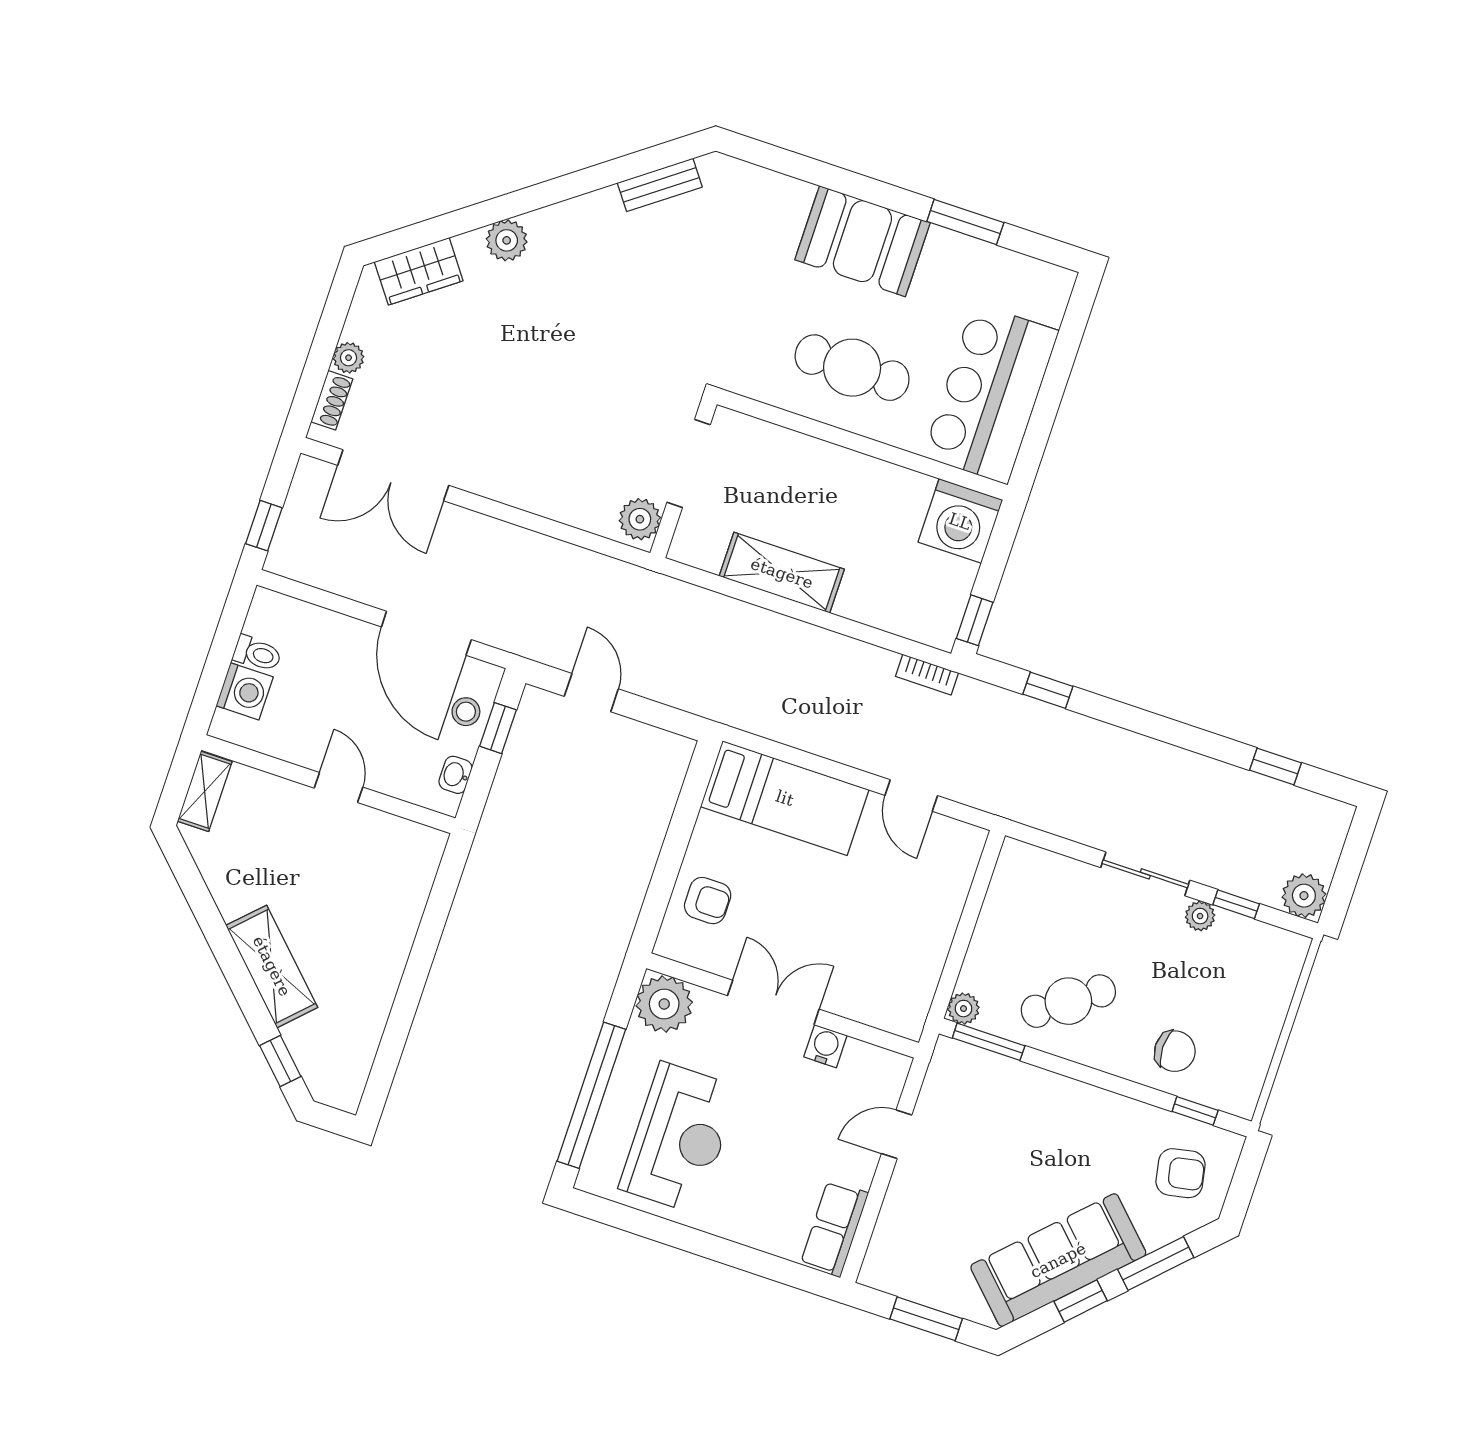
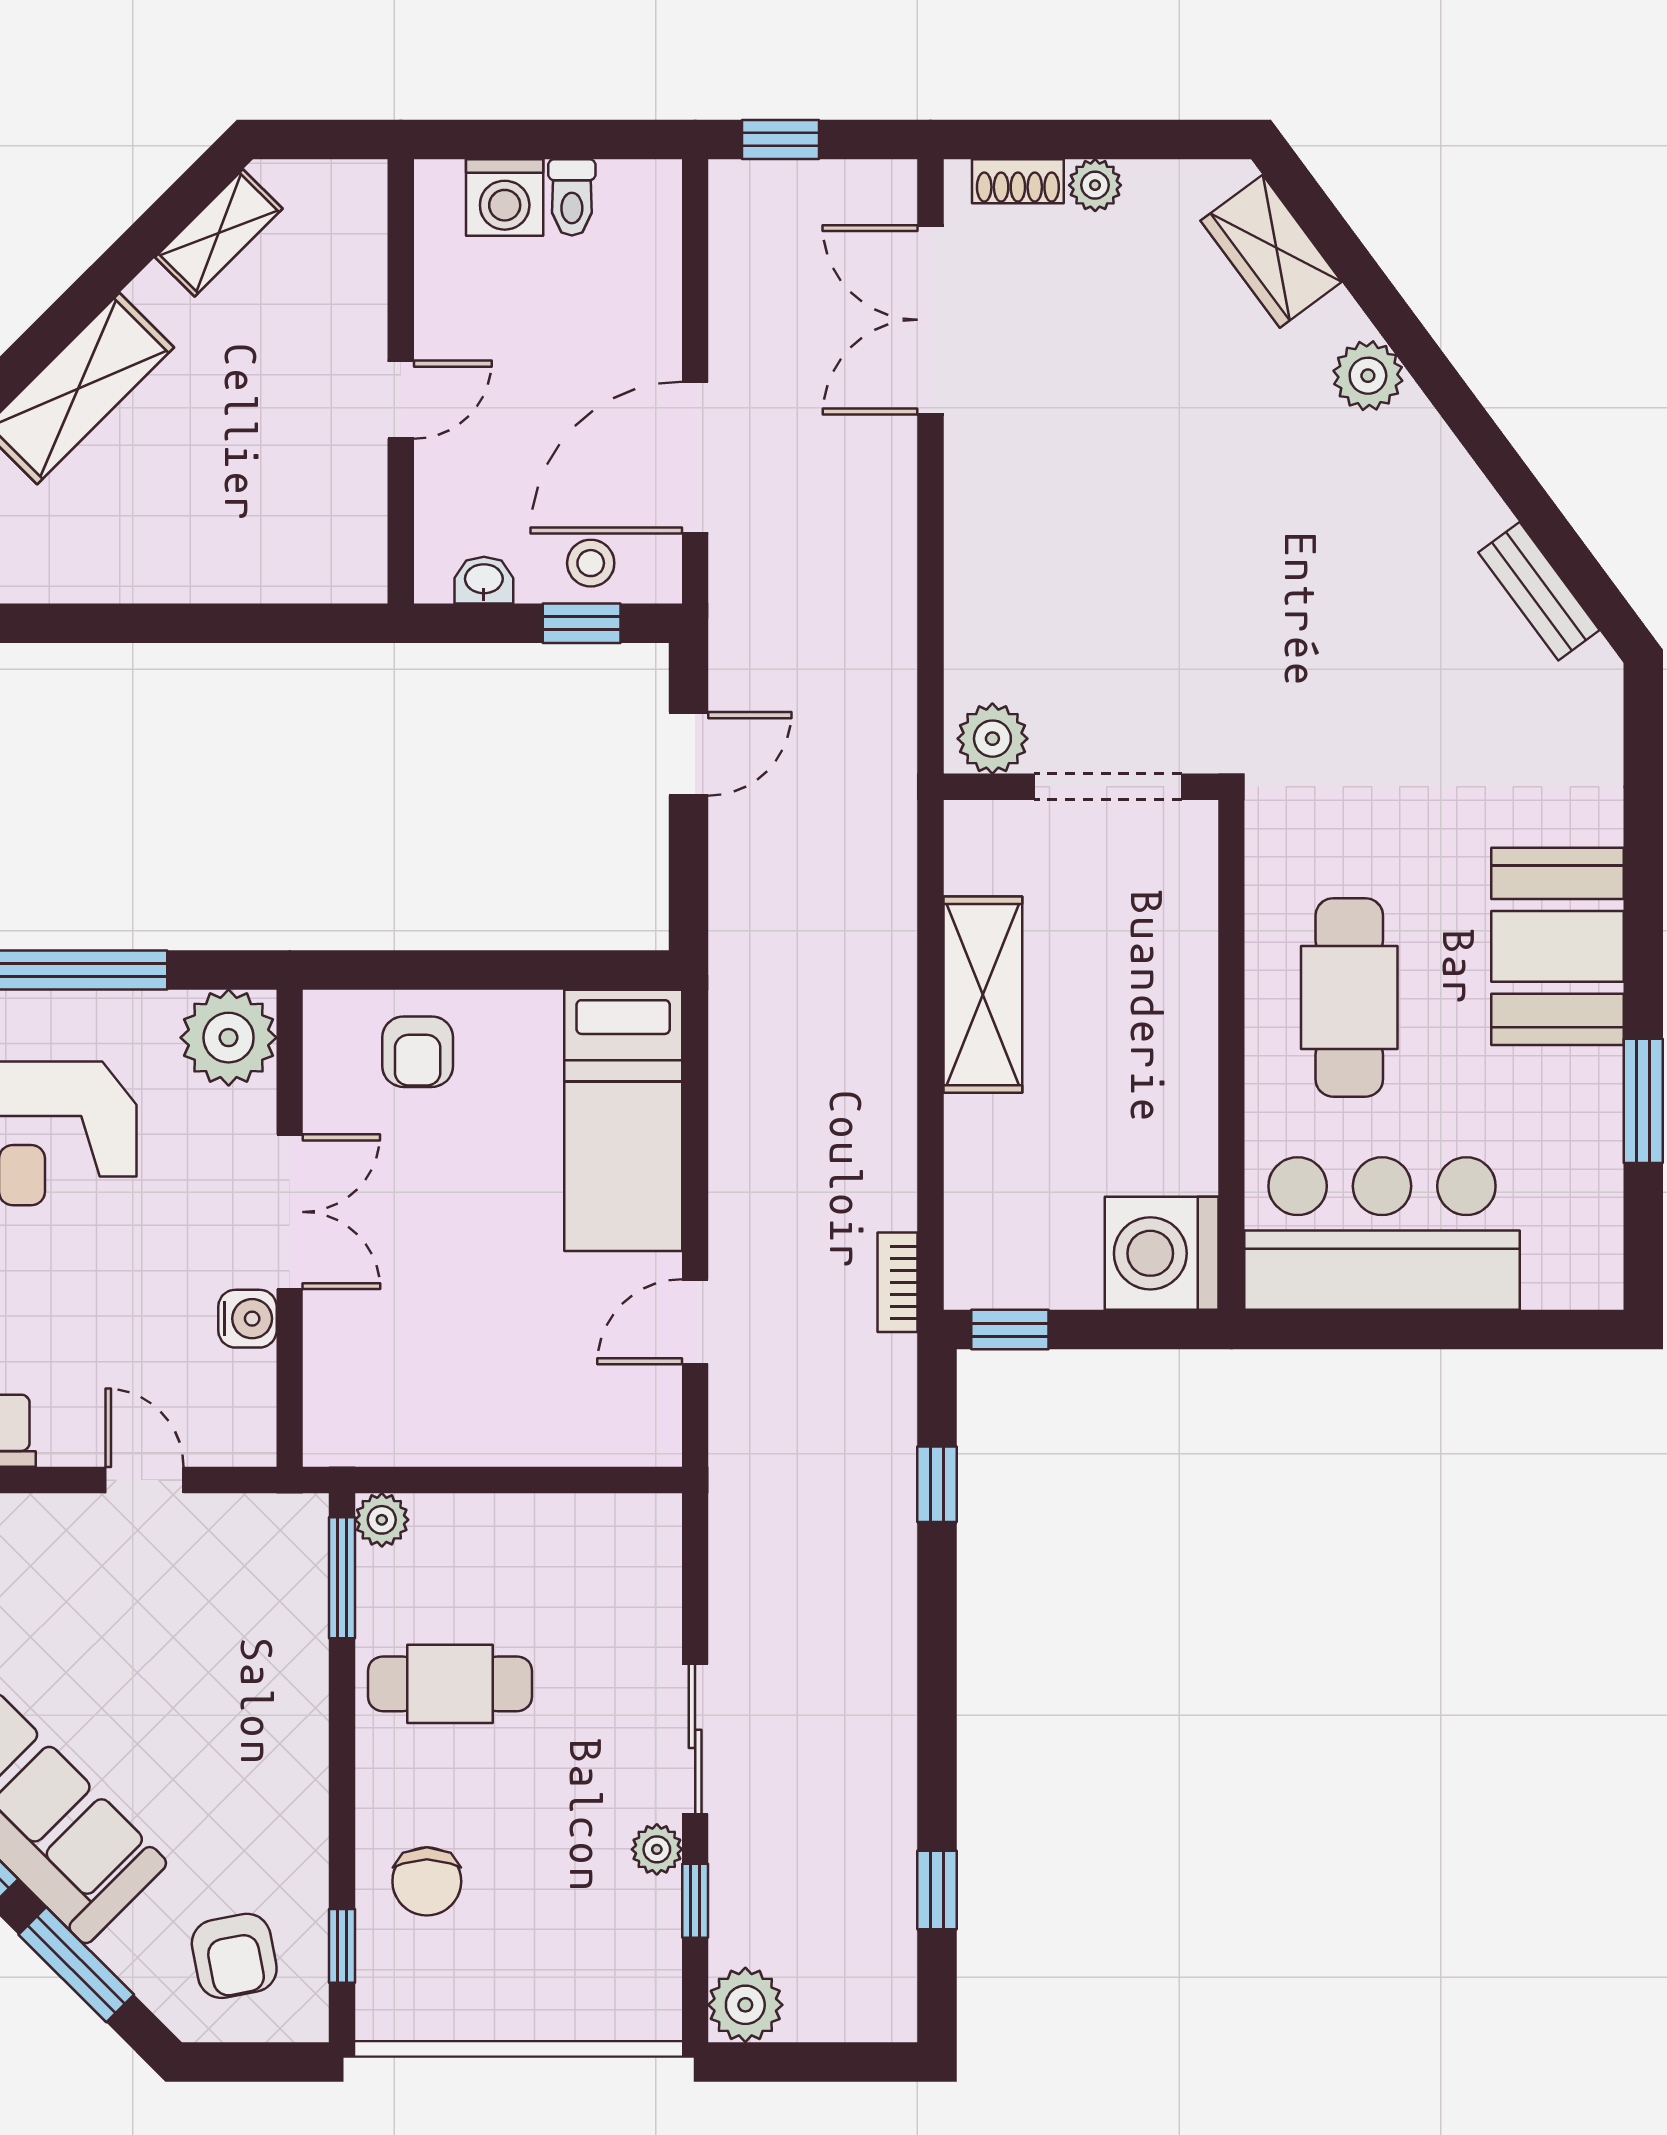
shelving: (205, 791) -> (219, 233), moved, turned -45
cafe table: (1068, 1001) -> (450, 1684), turned -54

